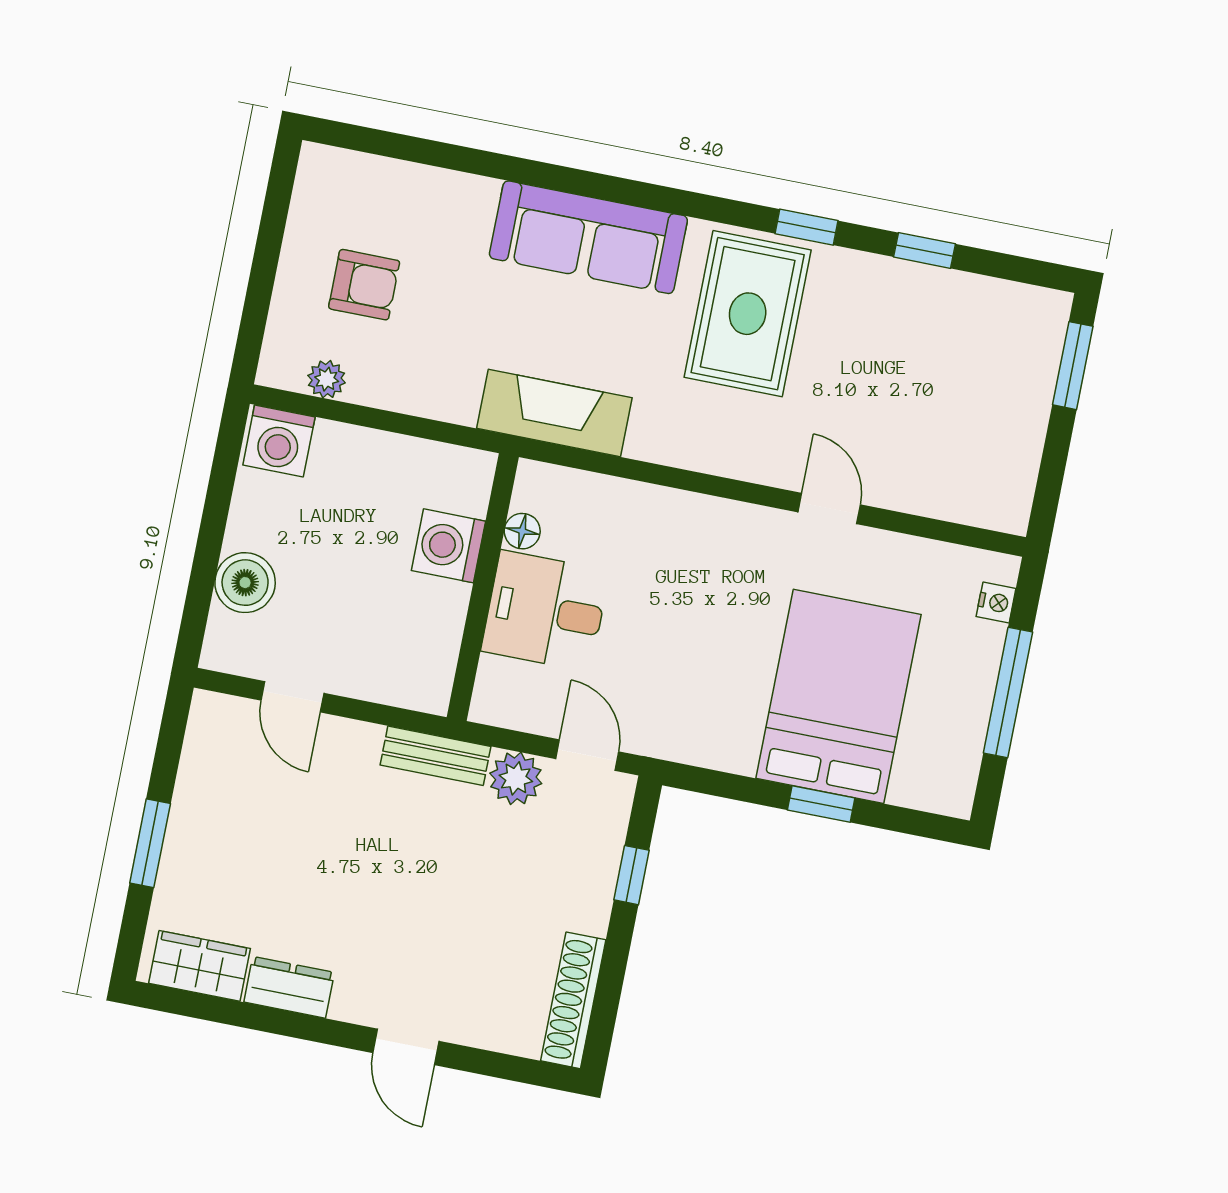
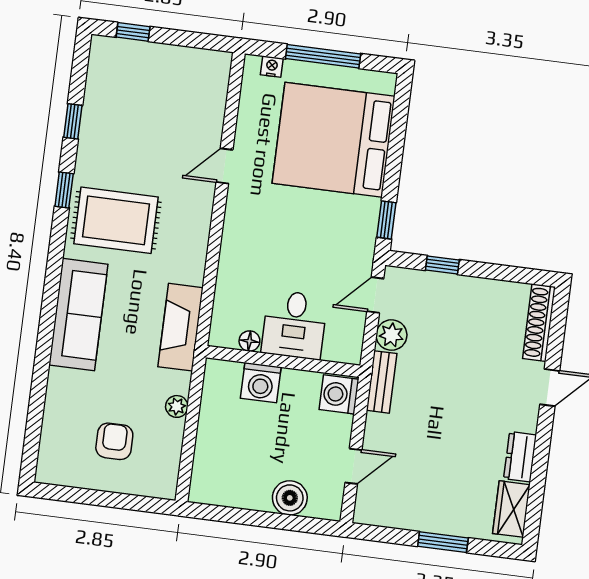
window: (1073, 366) -> (133, 32), width x0.67
plant: (327, 379) -> (177, 406), moved
washing machine: (279, 441) -> (339, 394), moved, turned 180
bed: (839, 696) -> (334, 140), width x1.36
window: (821, 804) -> (386, 220), moved
shoe rack: (573, 1000) -> (539, 323), moved, turned 90

